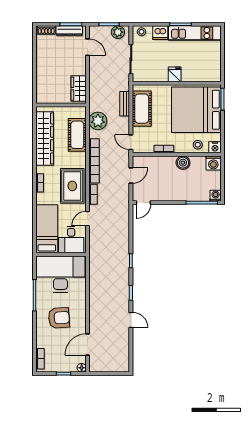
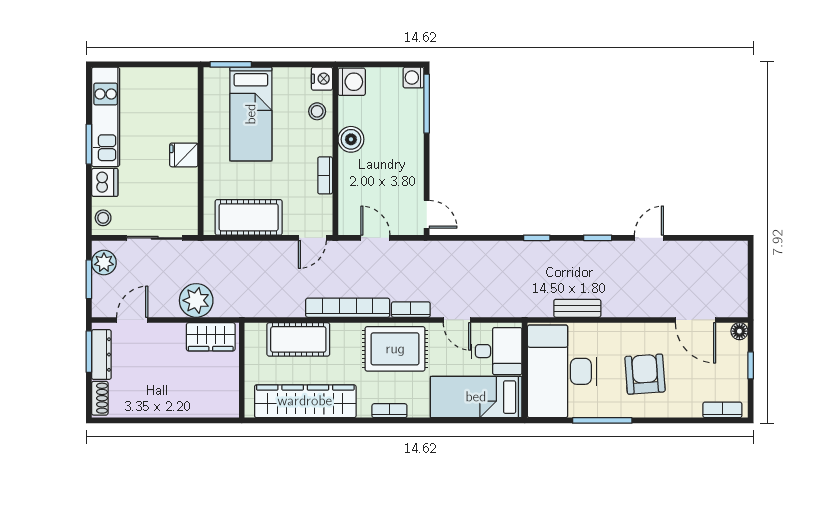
bench: (125, 104) -> (577, 308), moved
bed: (196, 110) -> (251, 114), width x0.49
plant: (98, 121) -> (196, 300), moved

